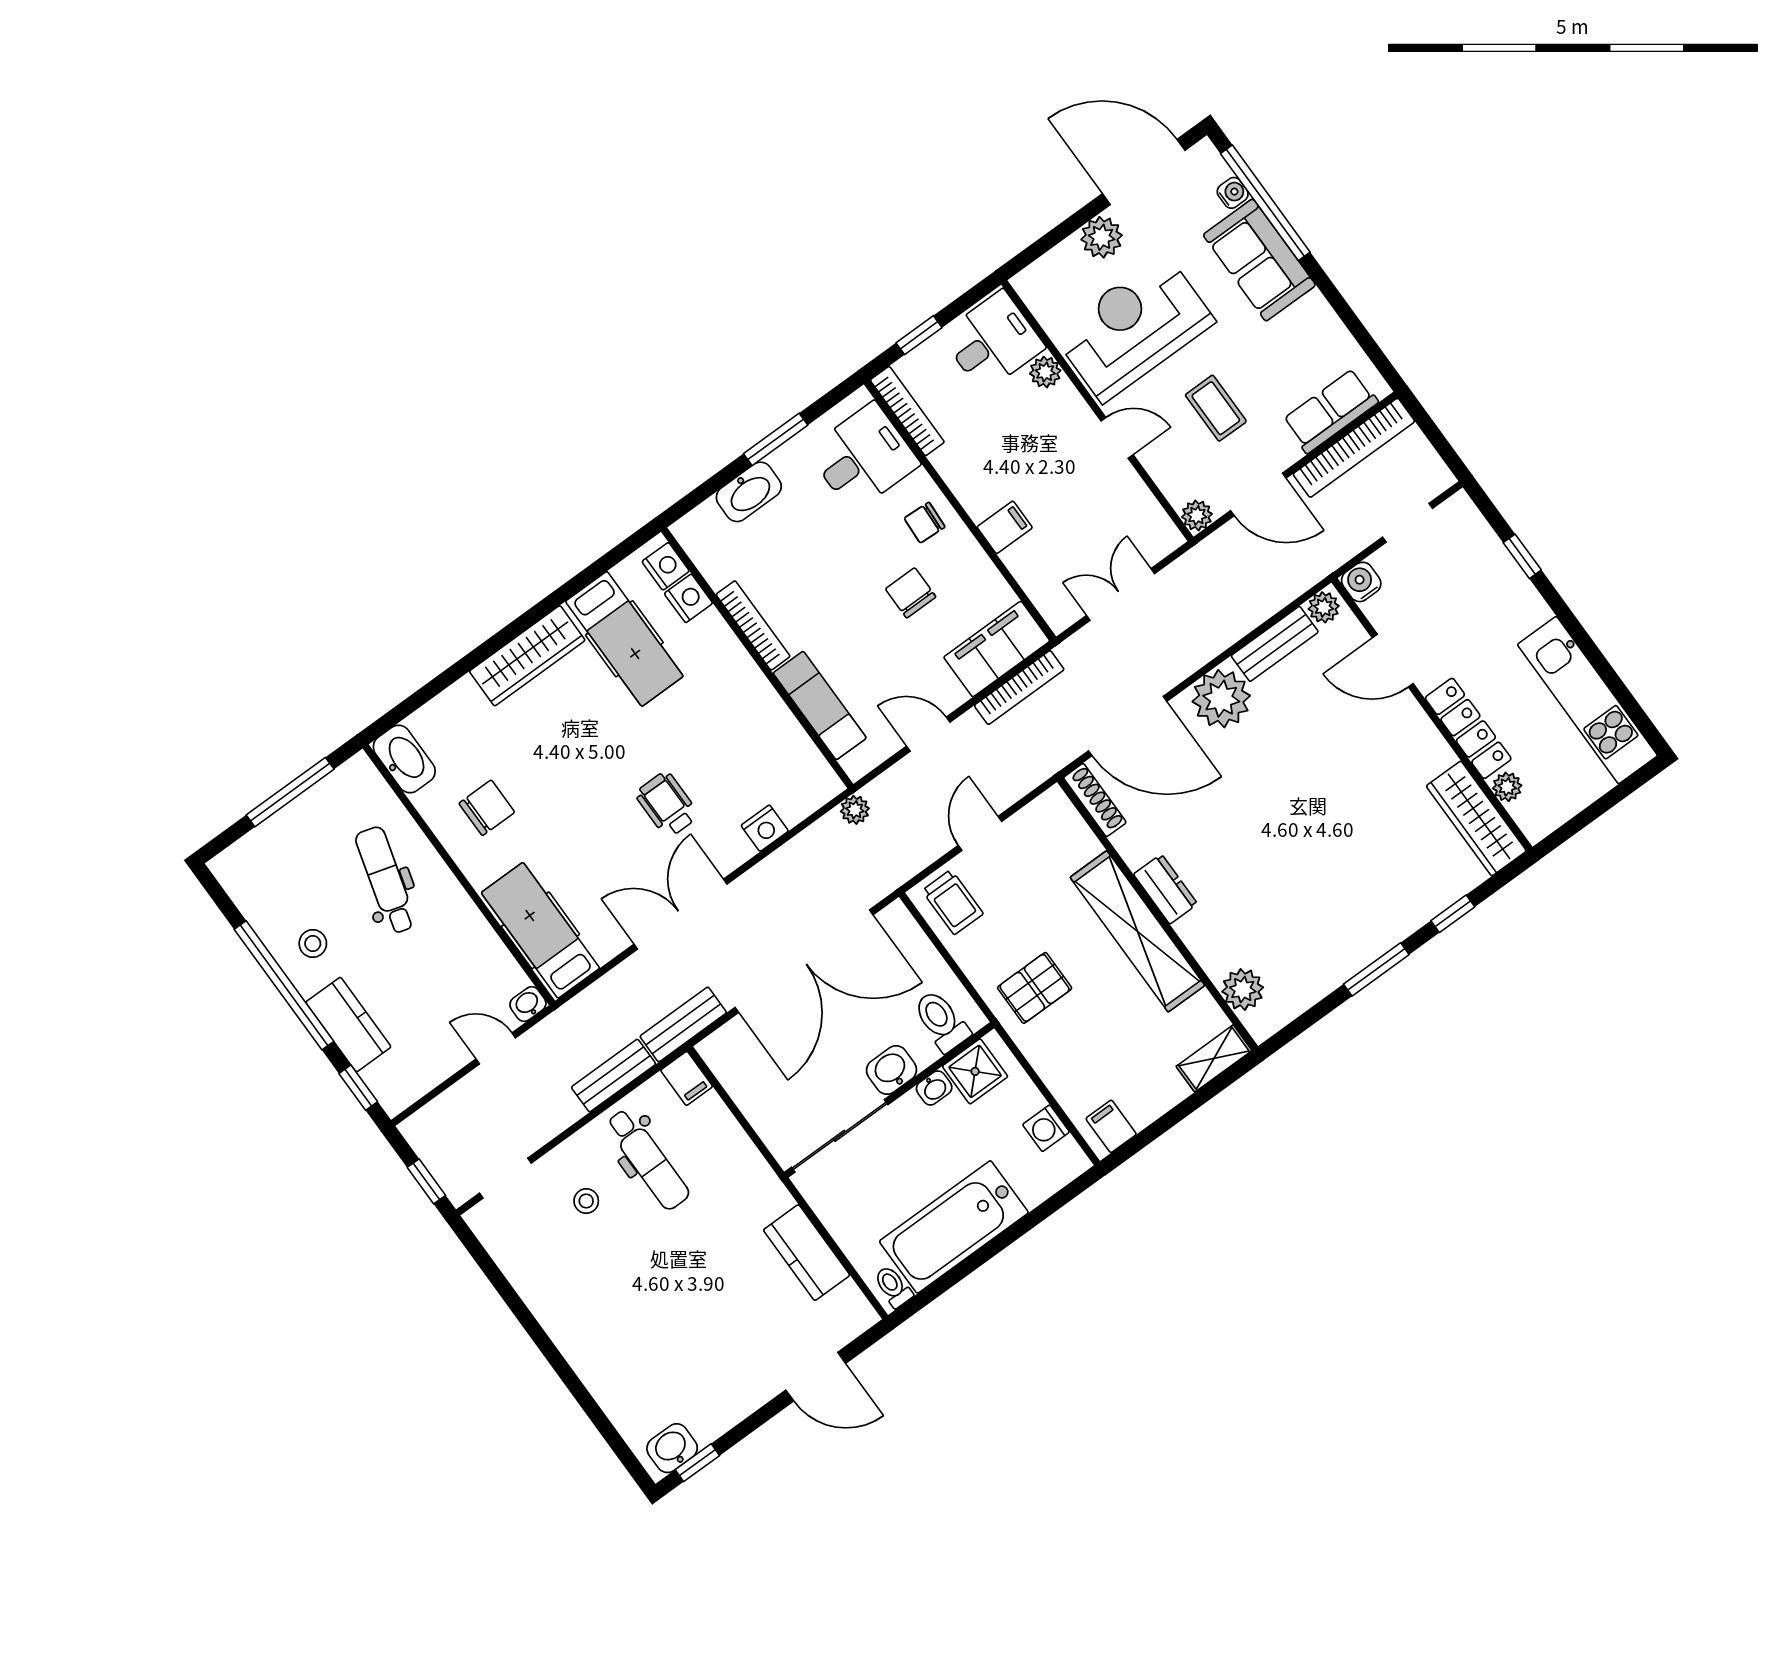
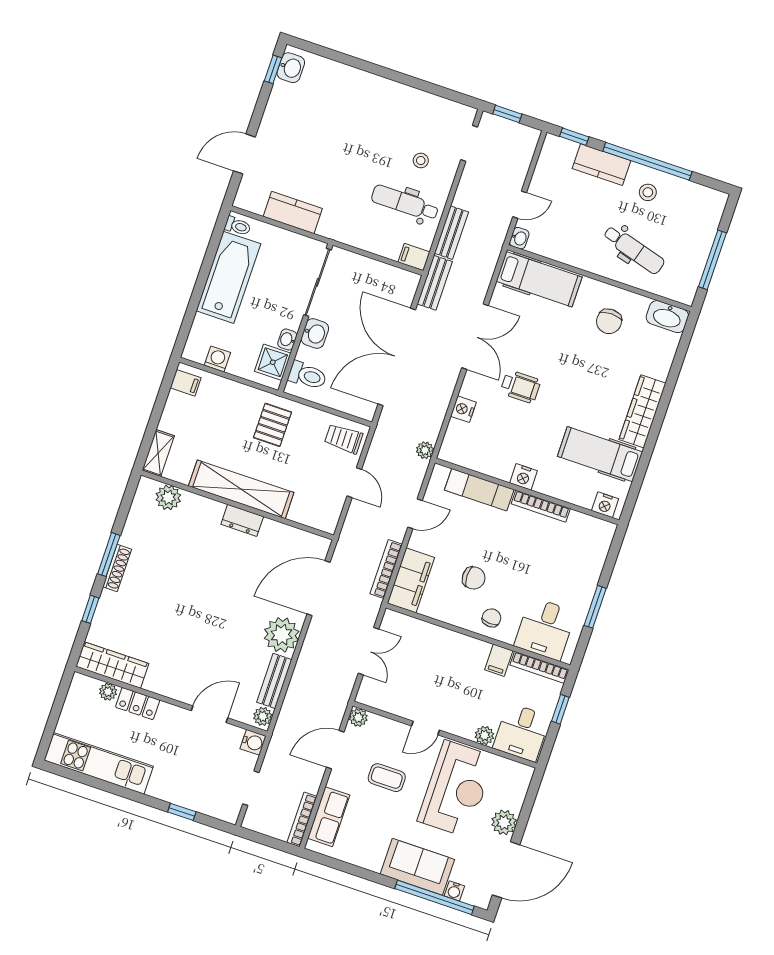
bookcase: (1354, 448) -> (302, 819), width x0.68, depth x0.76
washbasin: (749, 492) -> (590, 571), removed
filing cabinet: (1005, 527) -> (499, 660), moved
nightstand: (688, 598) -> (524, 477), moved
locker: (1468, 728) -> (138, 704), width x0.66
shoe rack: (1095, 800) -> (117, 568), moved, turned -90

